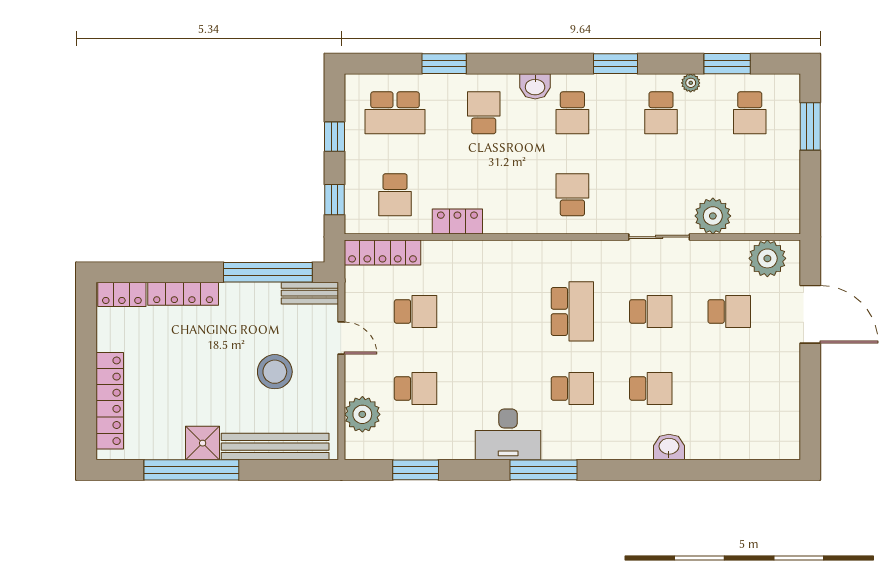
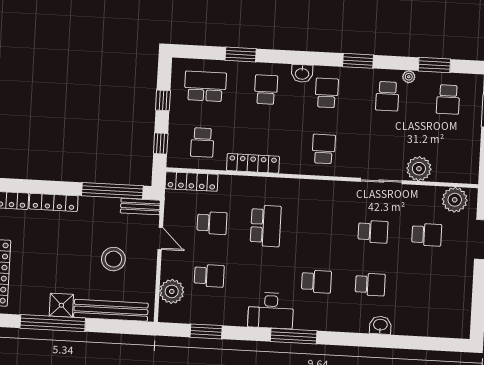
school desk: (395, 113) -> (205, 86), turned 180
school desk: (572, 113) -> (327, 93), turned 180
locker: (457, 221) -> (253, 163), width x1.53
school desk: (572, 311) -> (266, 226), moved

